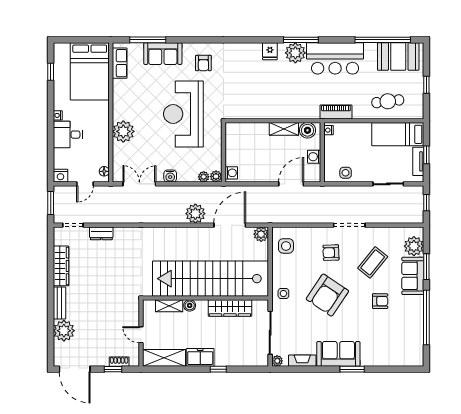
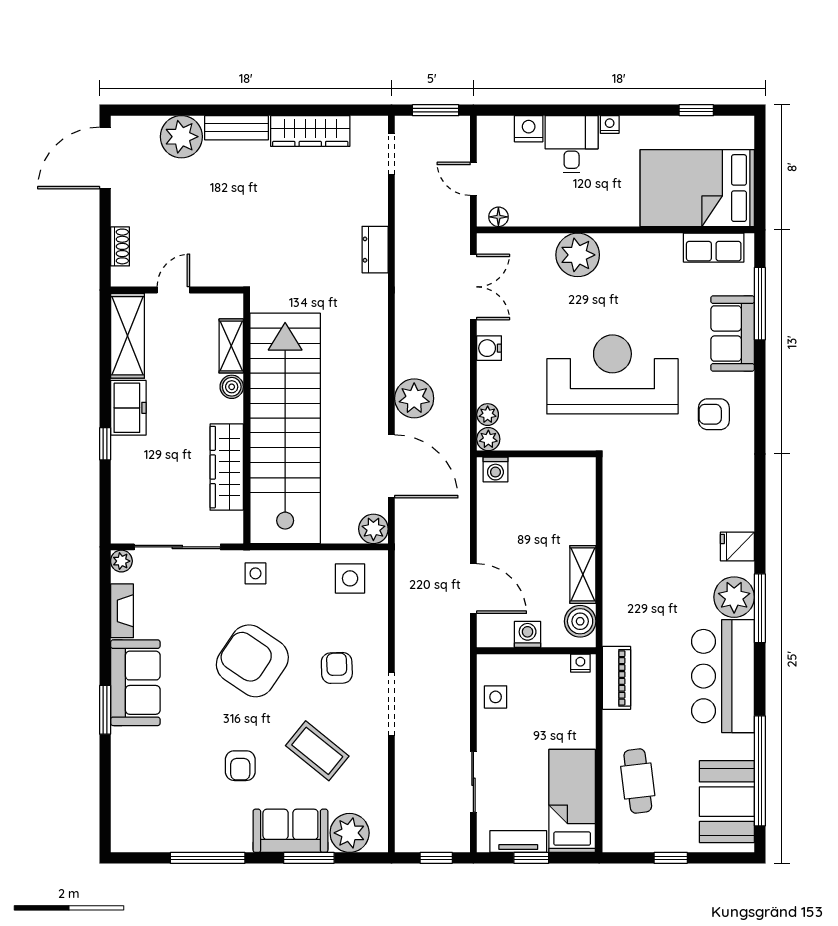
nightstand: (60, 176) -> (529, 129), moved, turned 90
dresser: (101, 233) -> (375, 250), moved
window: (426, 318) -> (208, 858), width x0.68
window: (113, 369) -> (105, 234), removed

